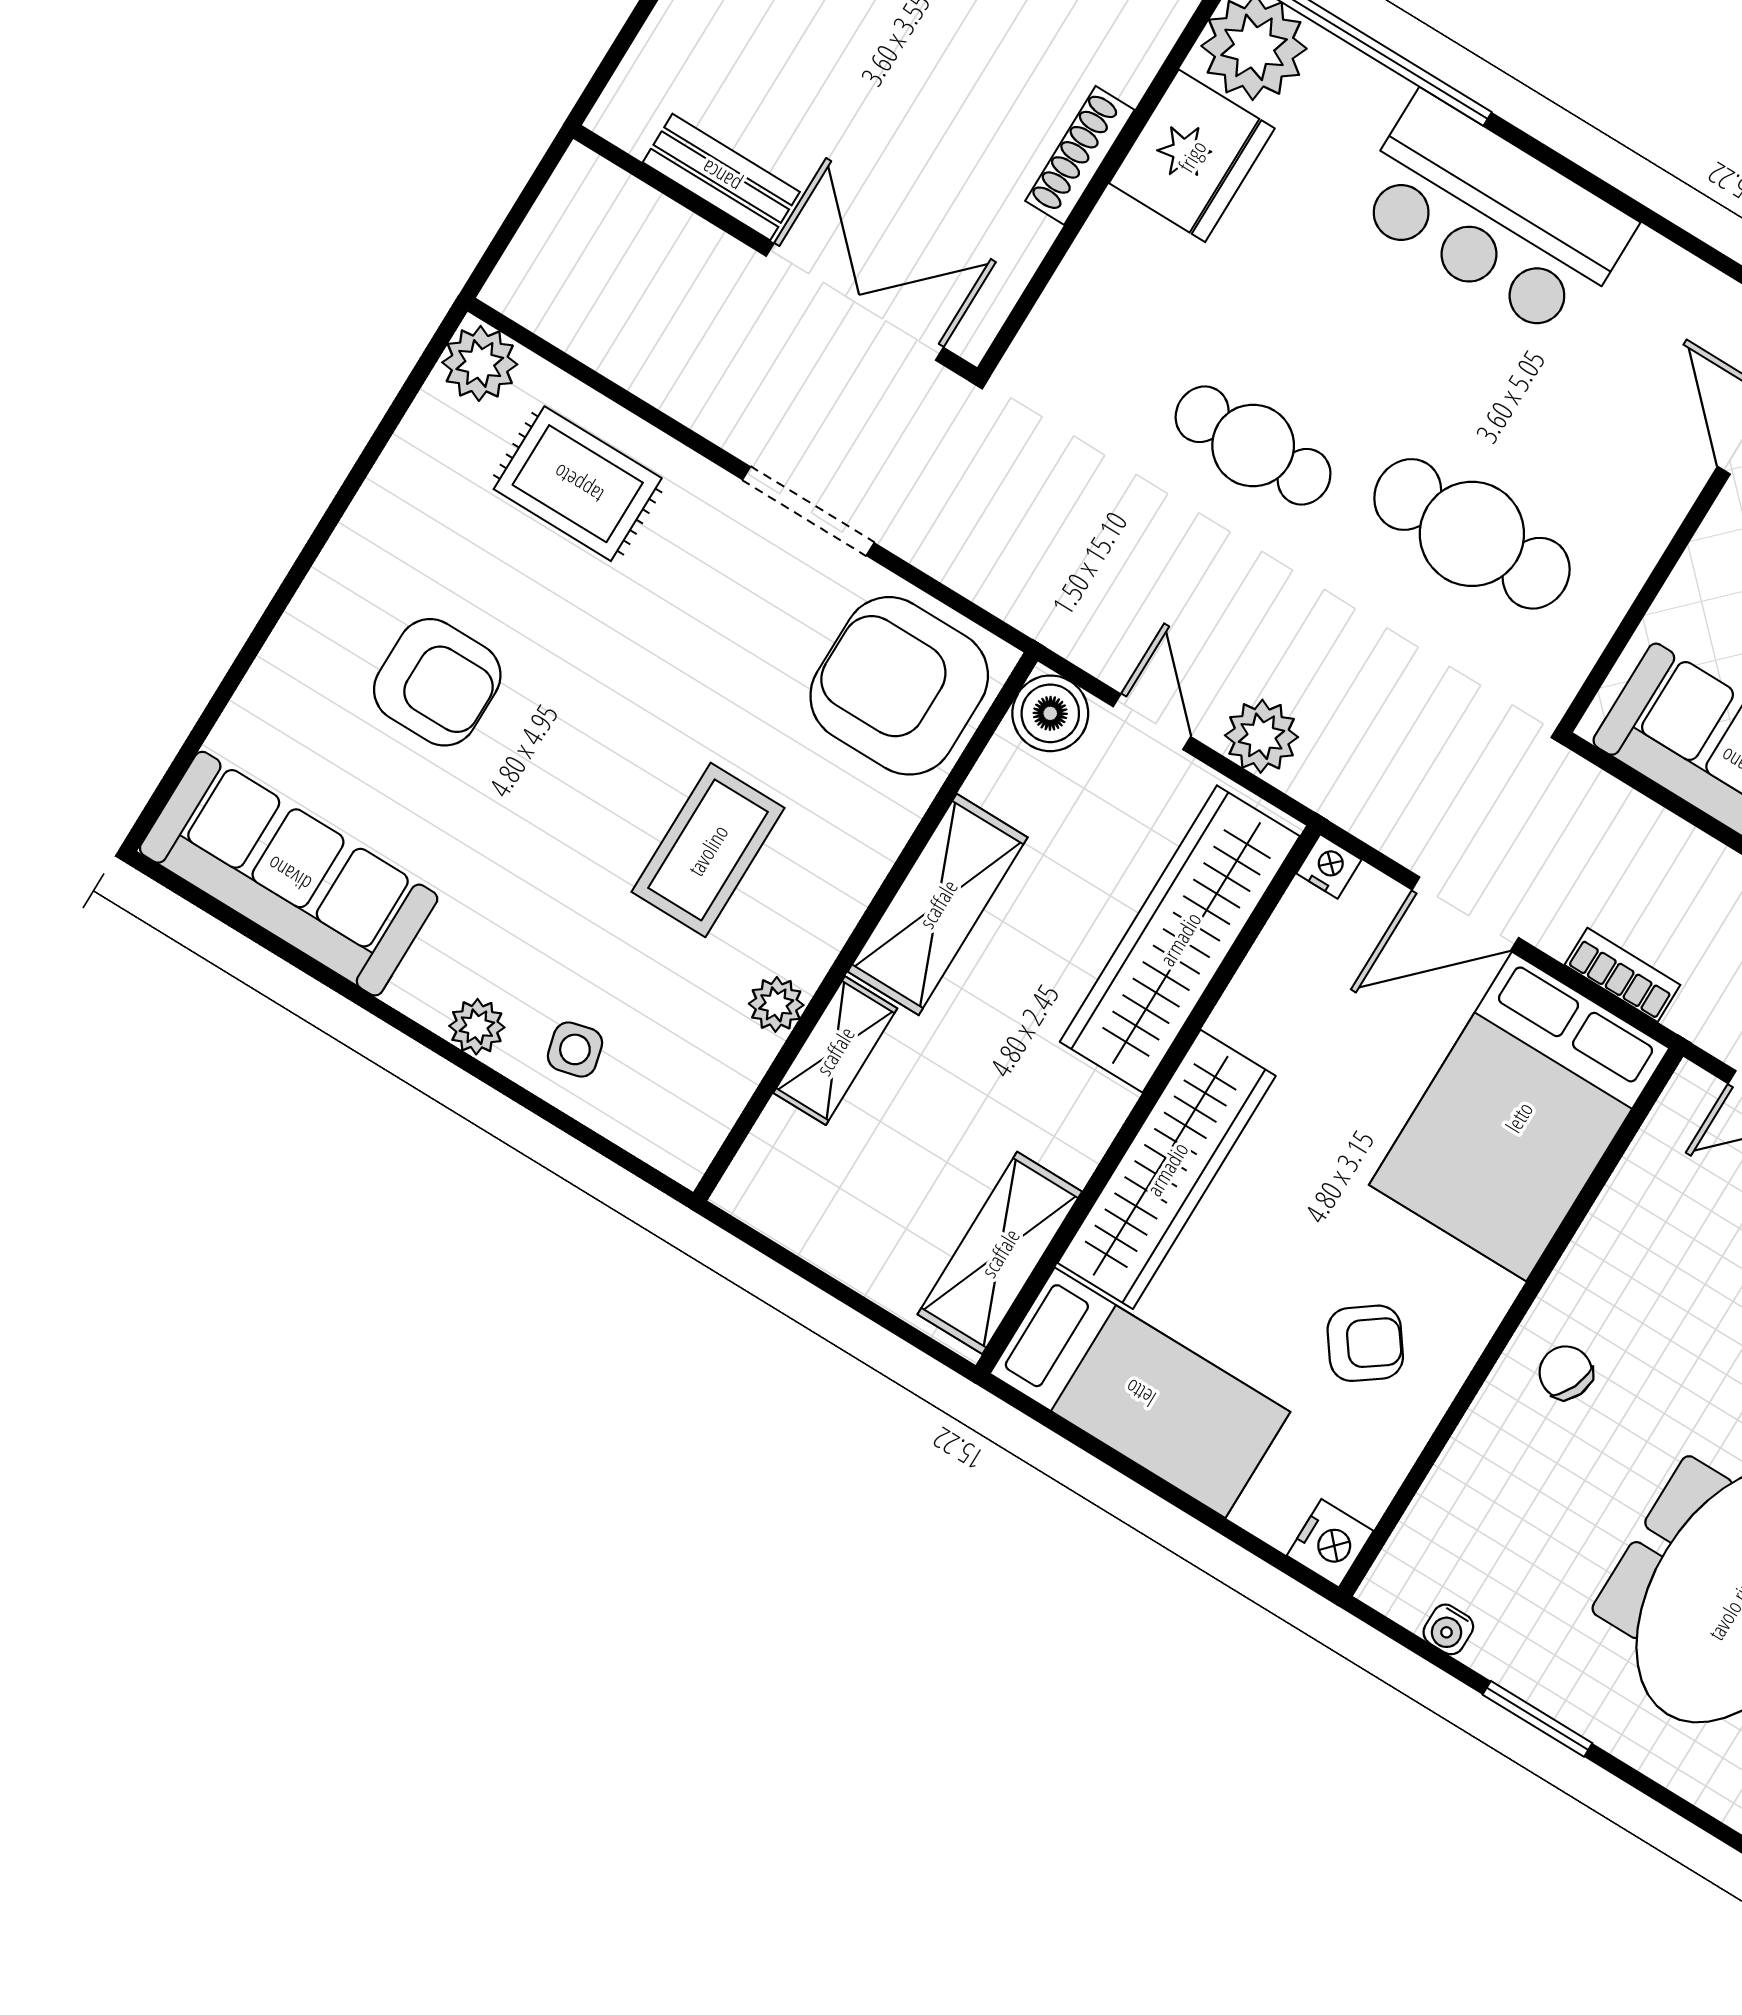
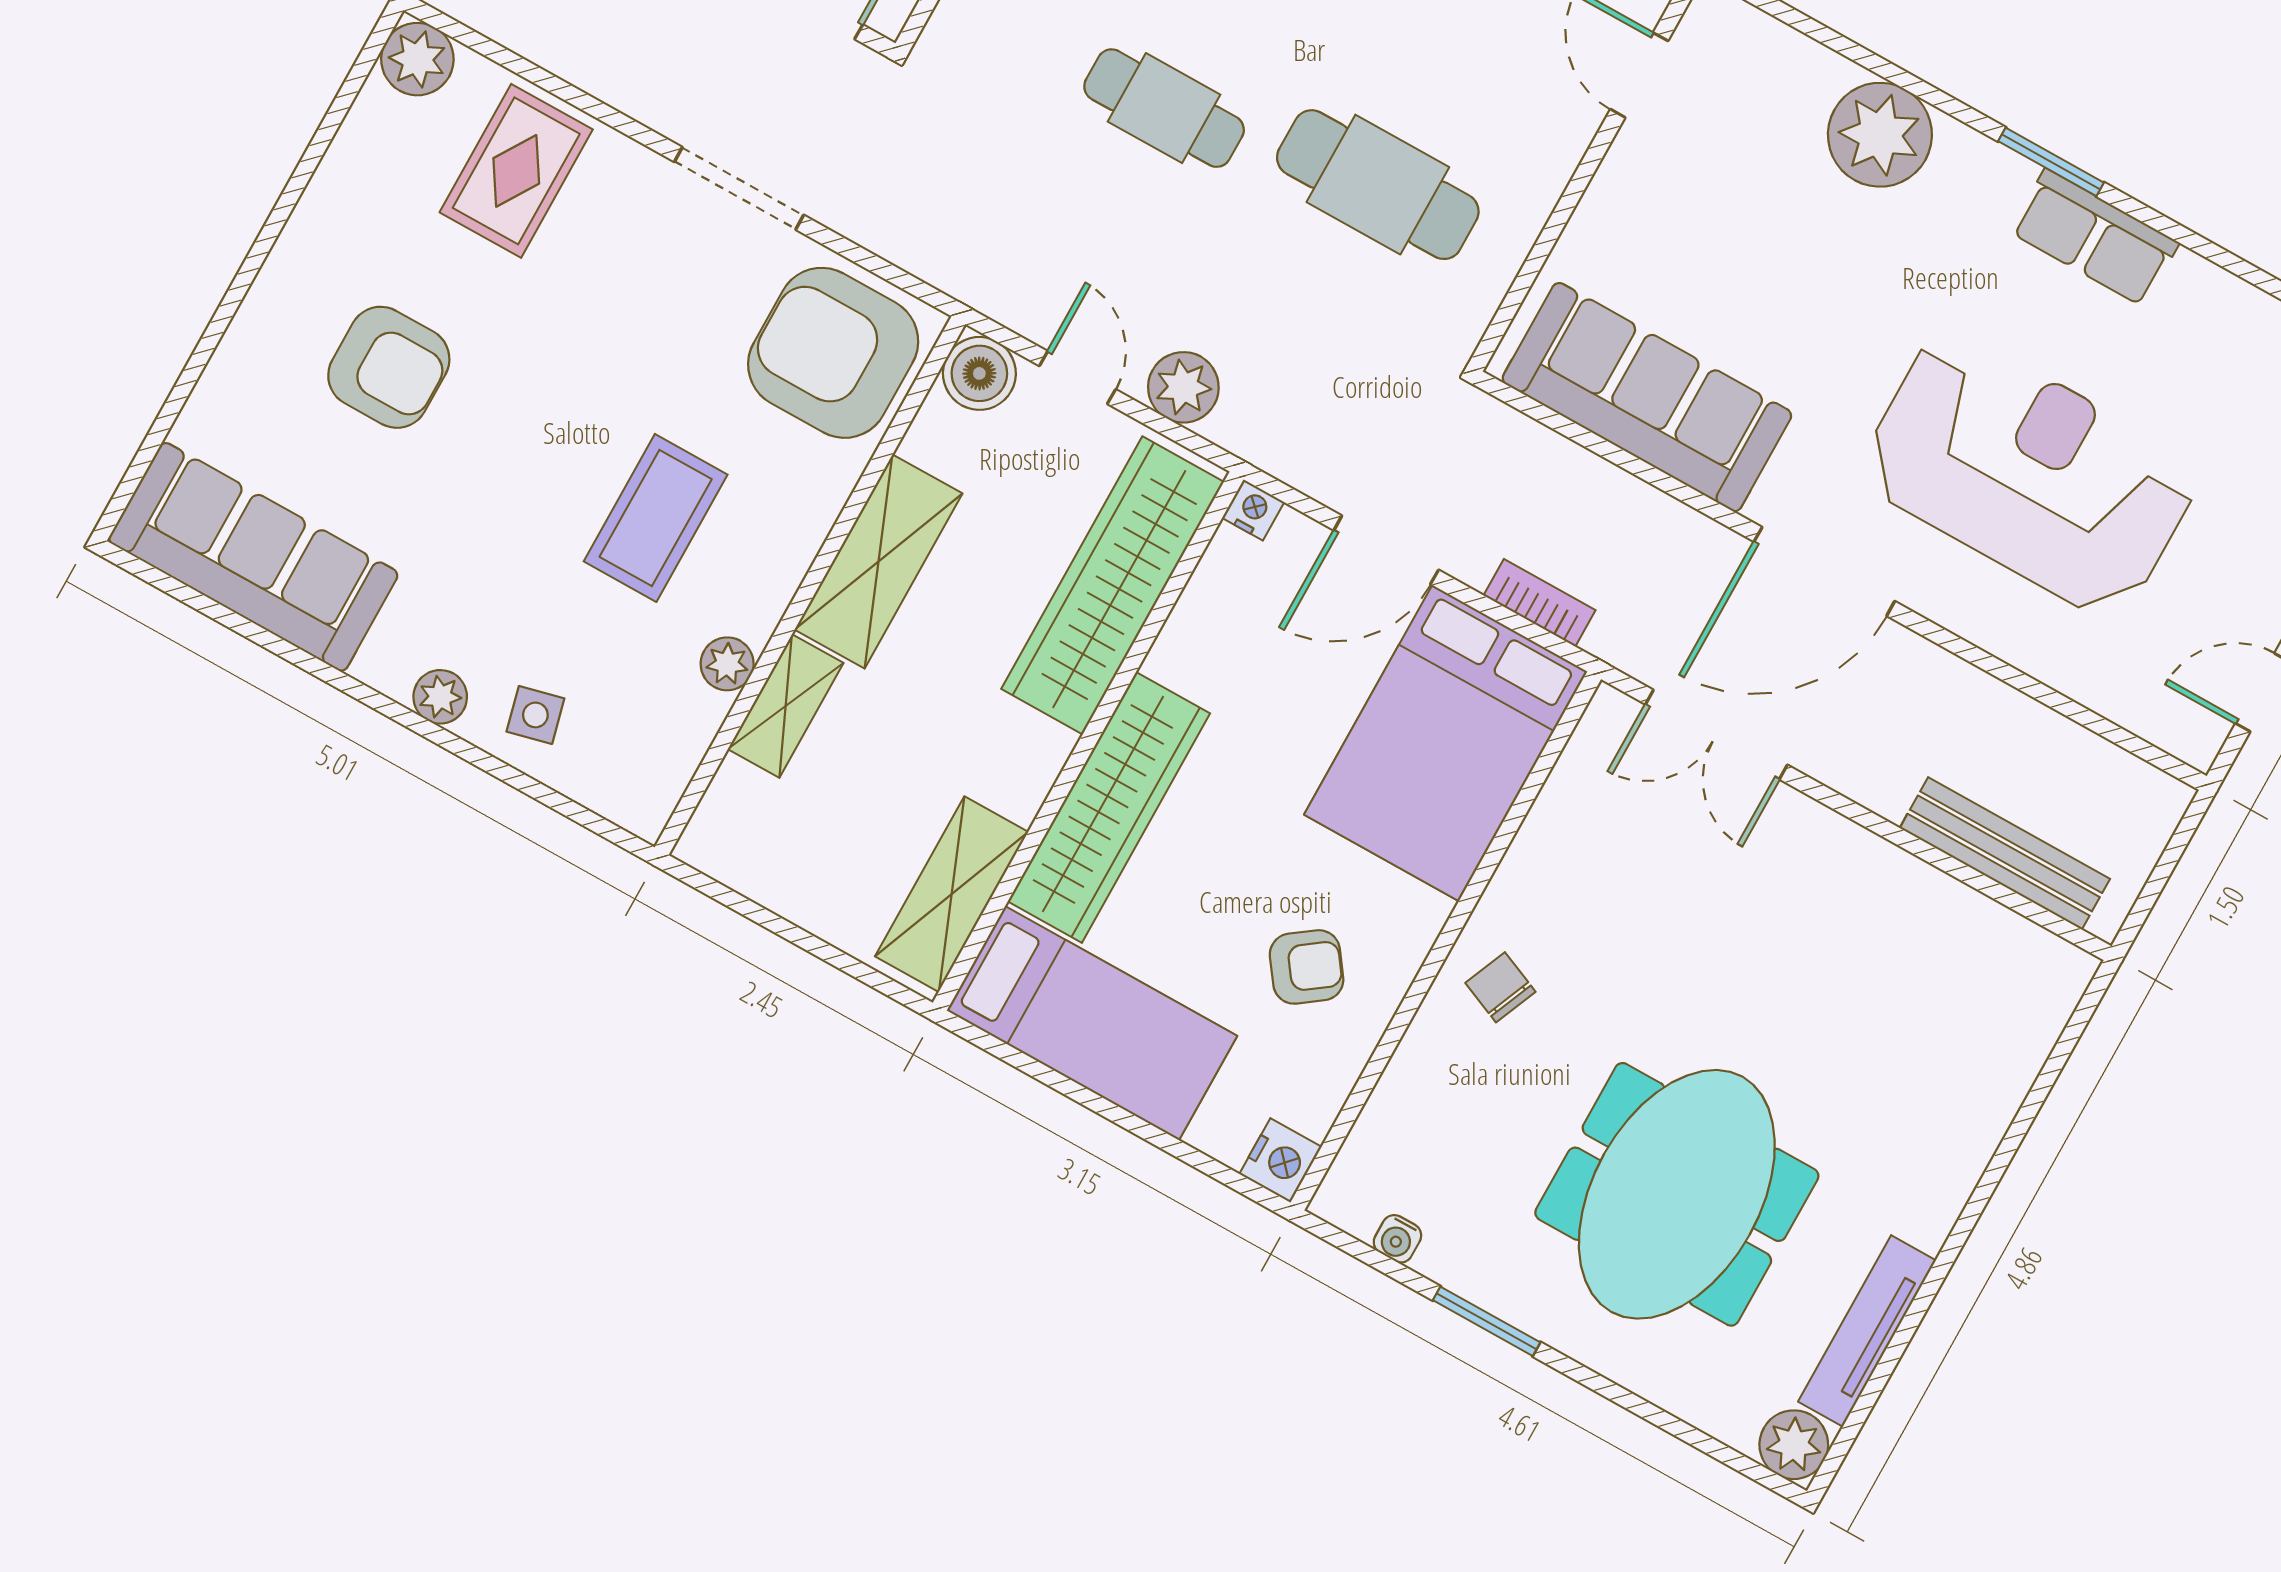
rug: (578, 484) -> (516, 171), turned 90

